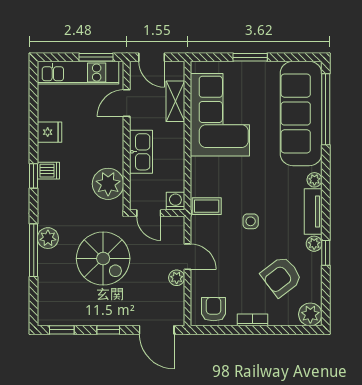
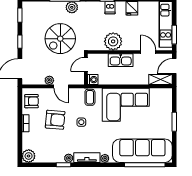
shelving: (175, 101) -> (160, 80), moved
corner sofa: (220, 115) -> (126, 105), moved
plant: (108, 184) -> (113, 41), moved
door: (187, 257) -> (61, 86), hinge flipped
armchair: (281, 277) -> (55, 120), moved, turned 132

